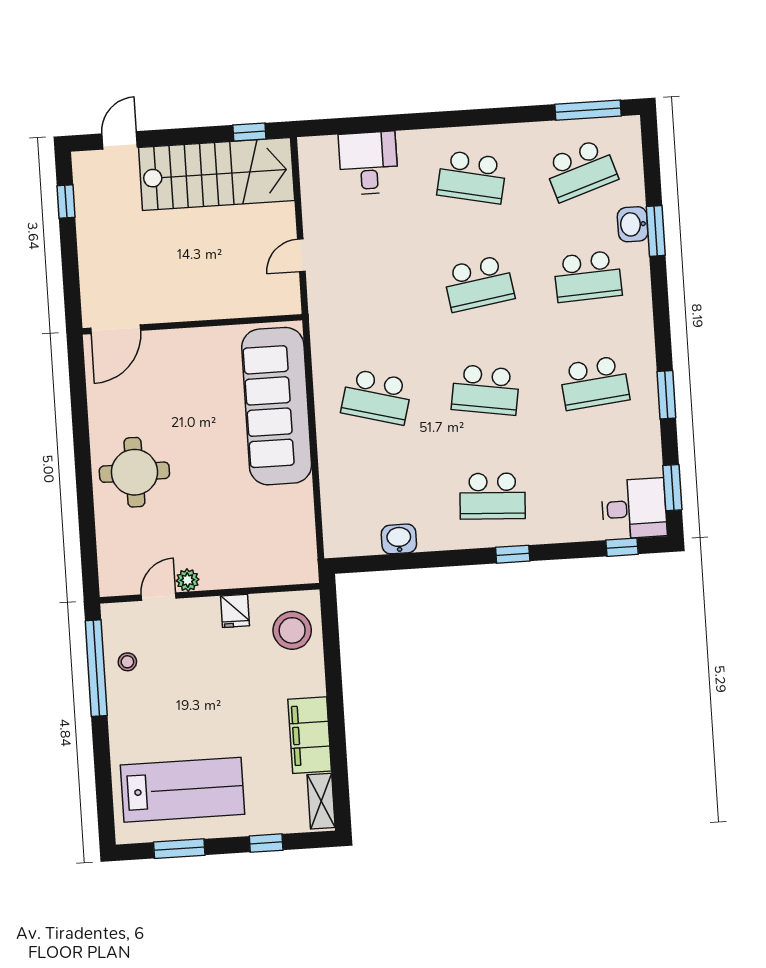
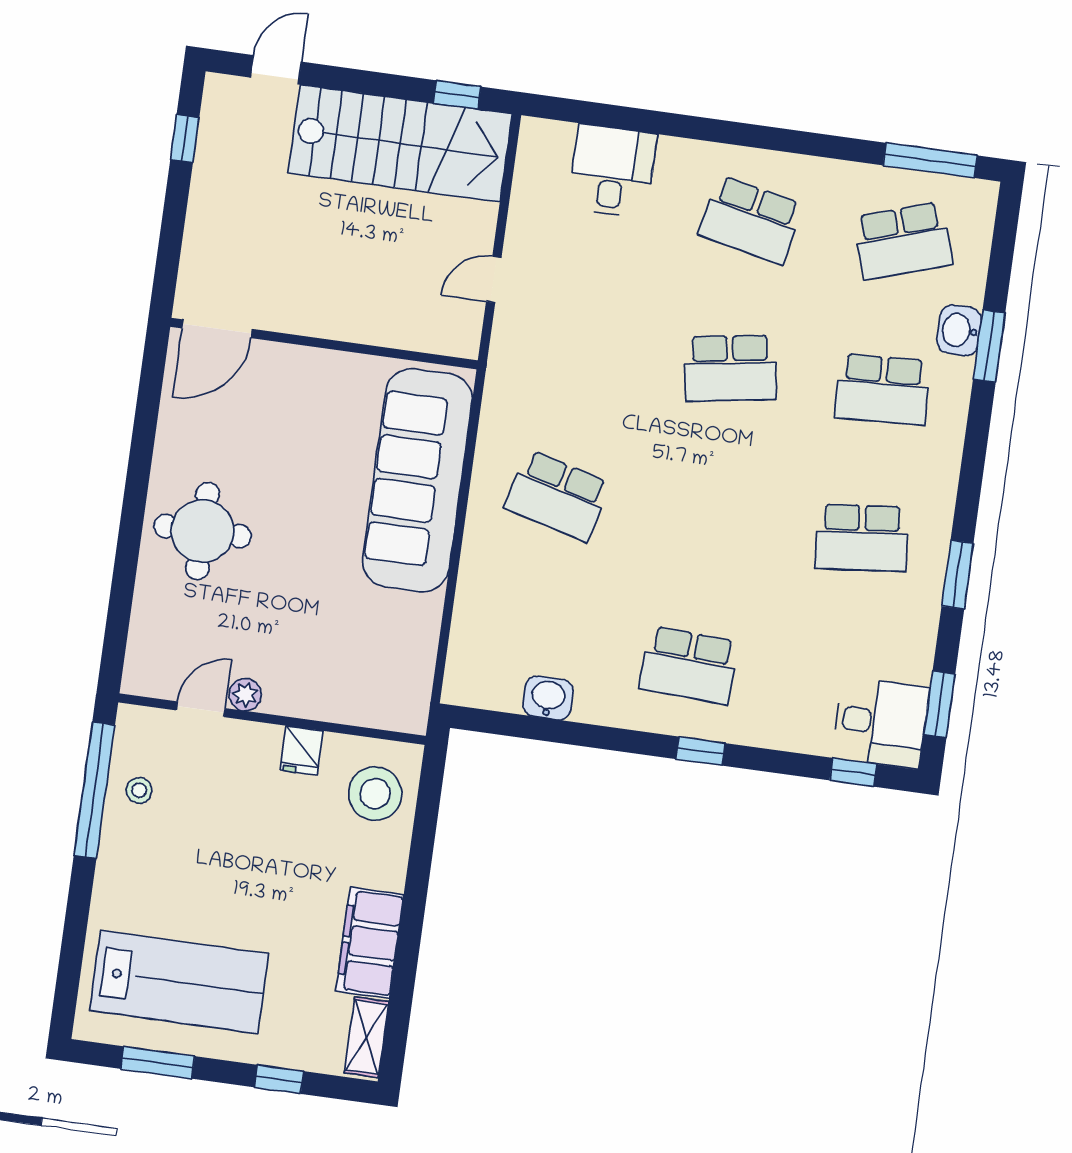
school desk: (486, 390) -> (710, 517), removed

